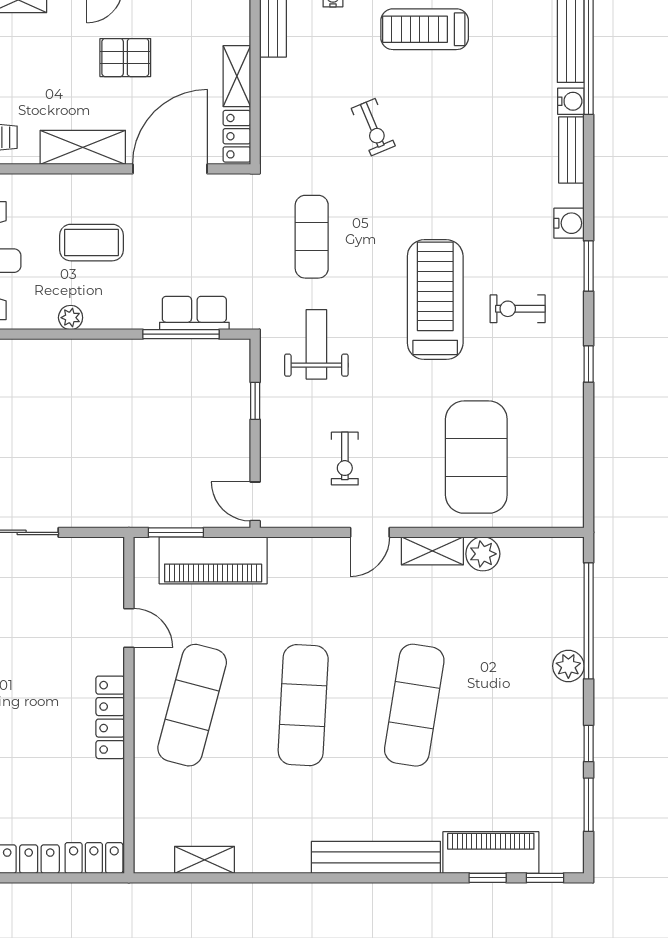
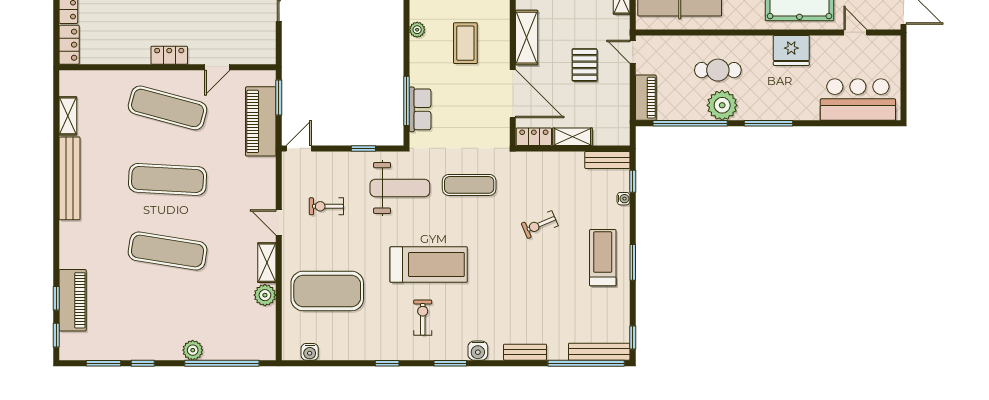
water cooler: (571, 101) -> (310, 352), moved
weight bench: (316, 344) -> (400, 188), width x1.36, depth x1.33
locker: (110, 717) -> (169, 55), width x0.66
bench: (376, 857) -> (70, 178), moved

